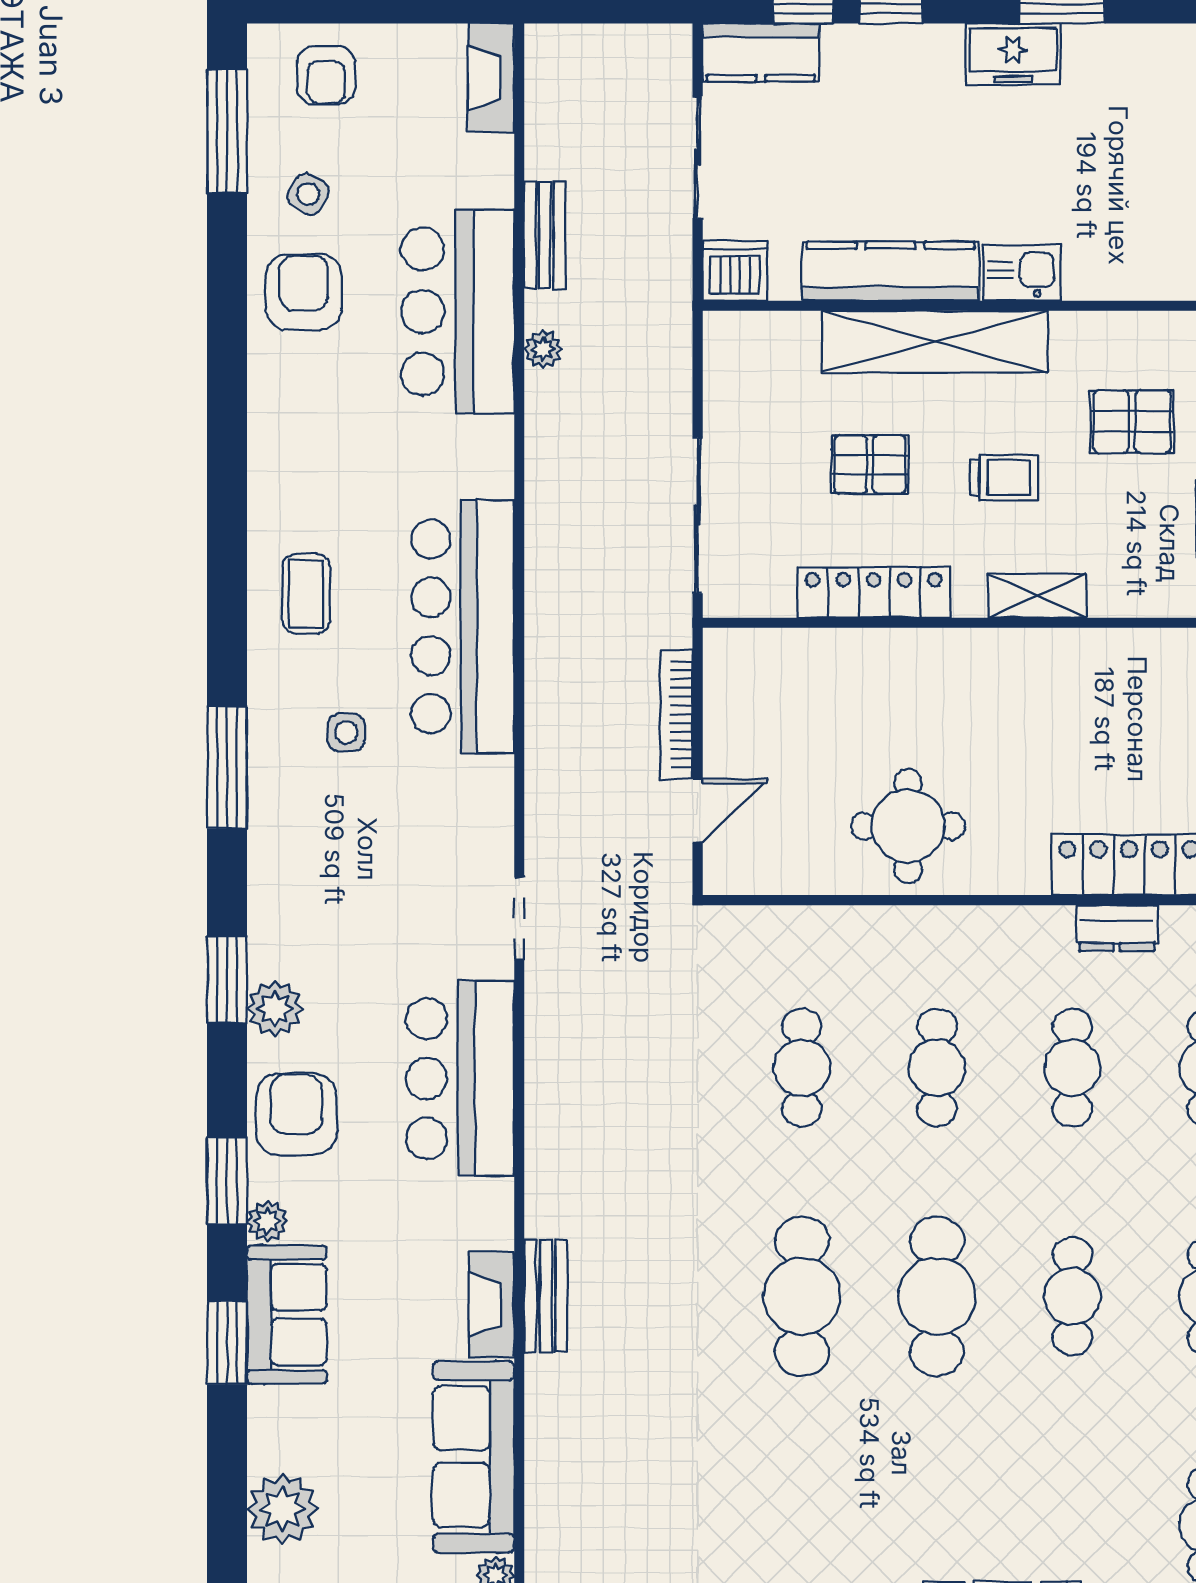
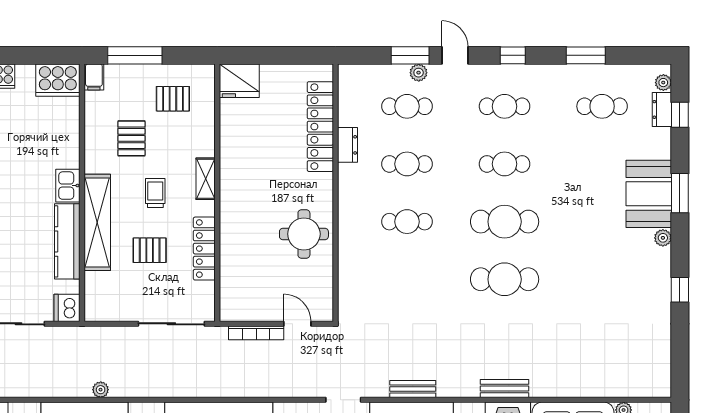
bench: (545, 235) -> (413, 389), moved
pallet: (870, 464) -> (150, 250), turned 90
cafe table: (802, 1068) -> (407, 279), removed

